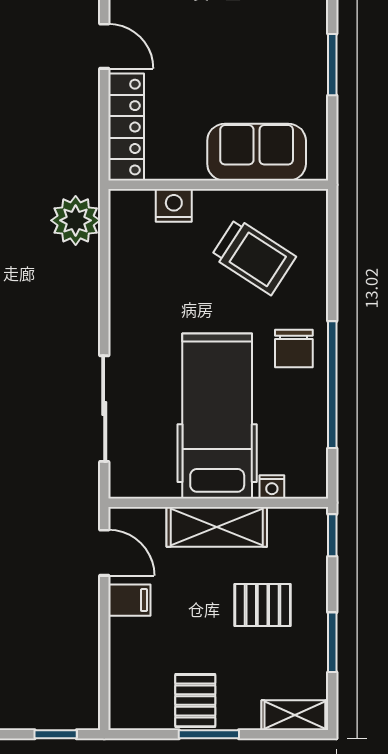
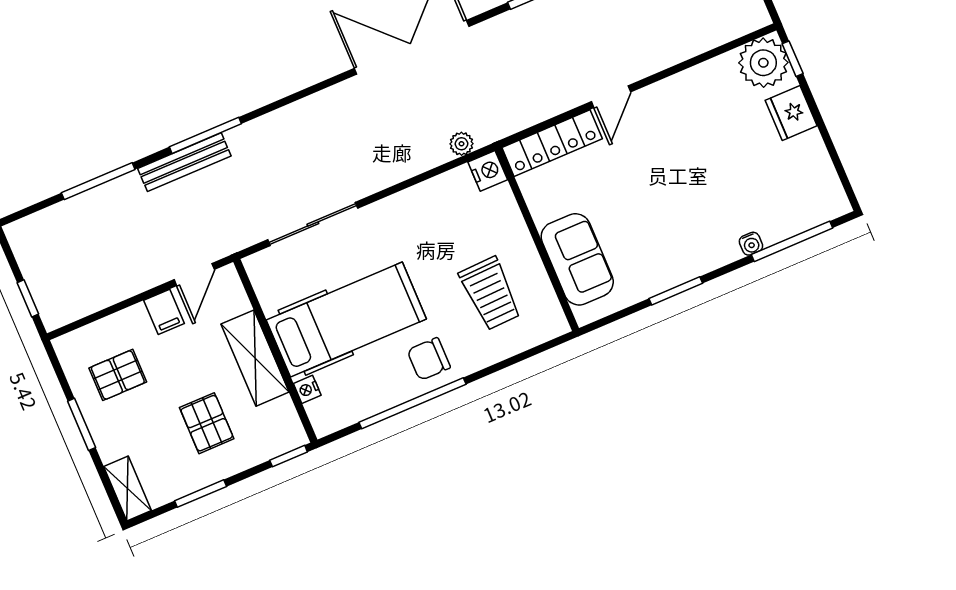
nightstand: (174, 205) -> (488, 171), moved
plant: (76, 220) -> (461, 144), width x0.53, depth x0.53
trolley: (253, 257) -> (490, 293), turned -35
pallet: (195, 701) -> (118, 375), moved

